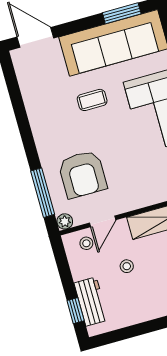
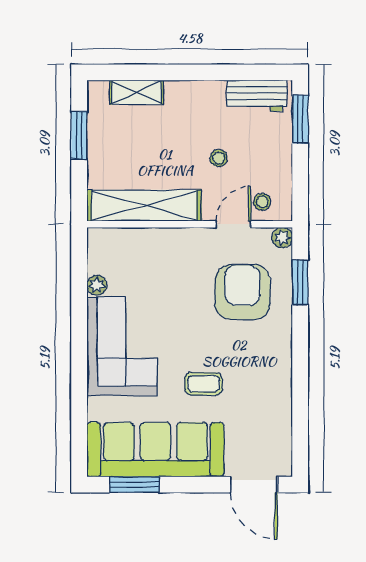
window: (43, 193) -> (300, 282), width x0.69
workbench: (91, 301) -> (257, 96), moved, turned -90
window: (76, 311) -> (300, 119), width x1.50

